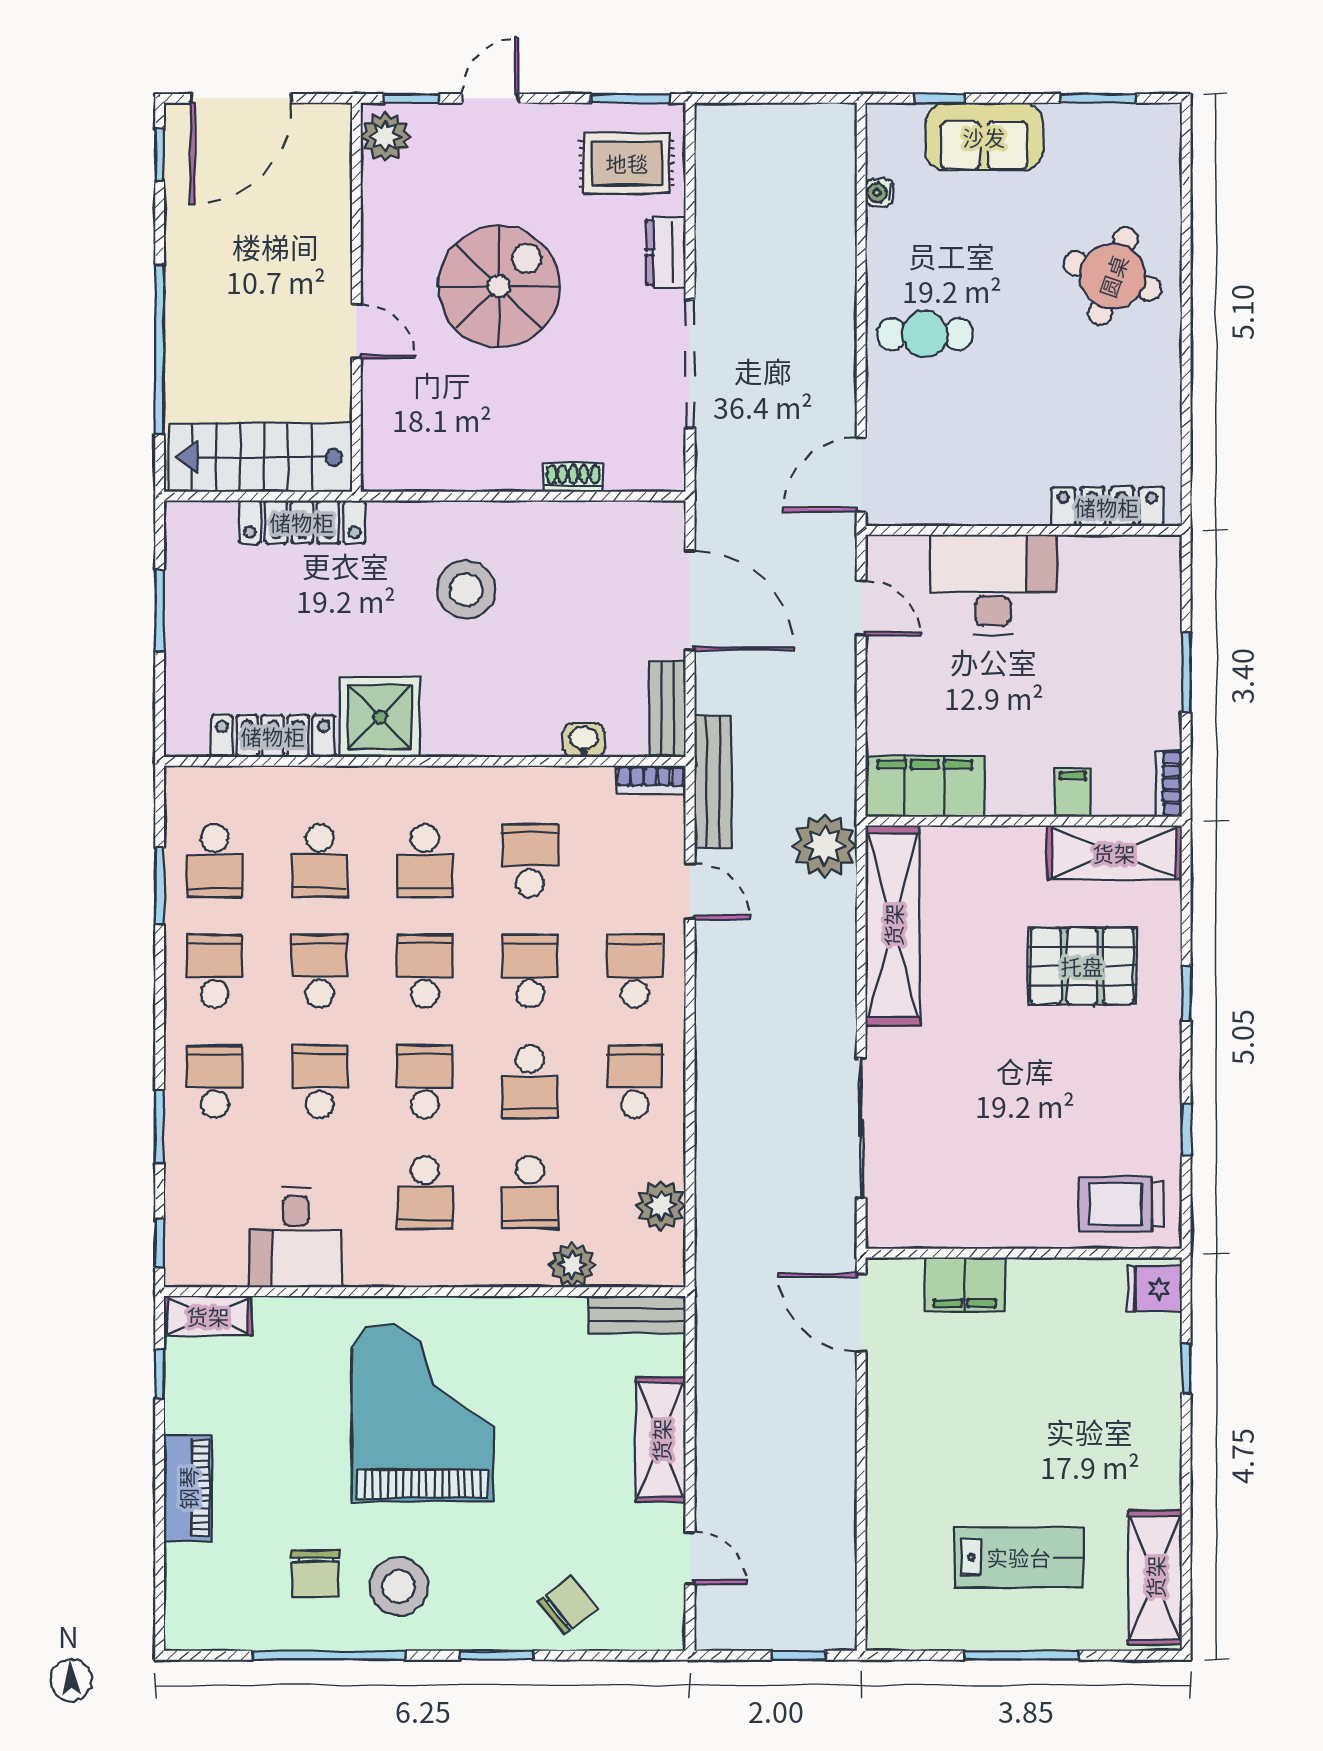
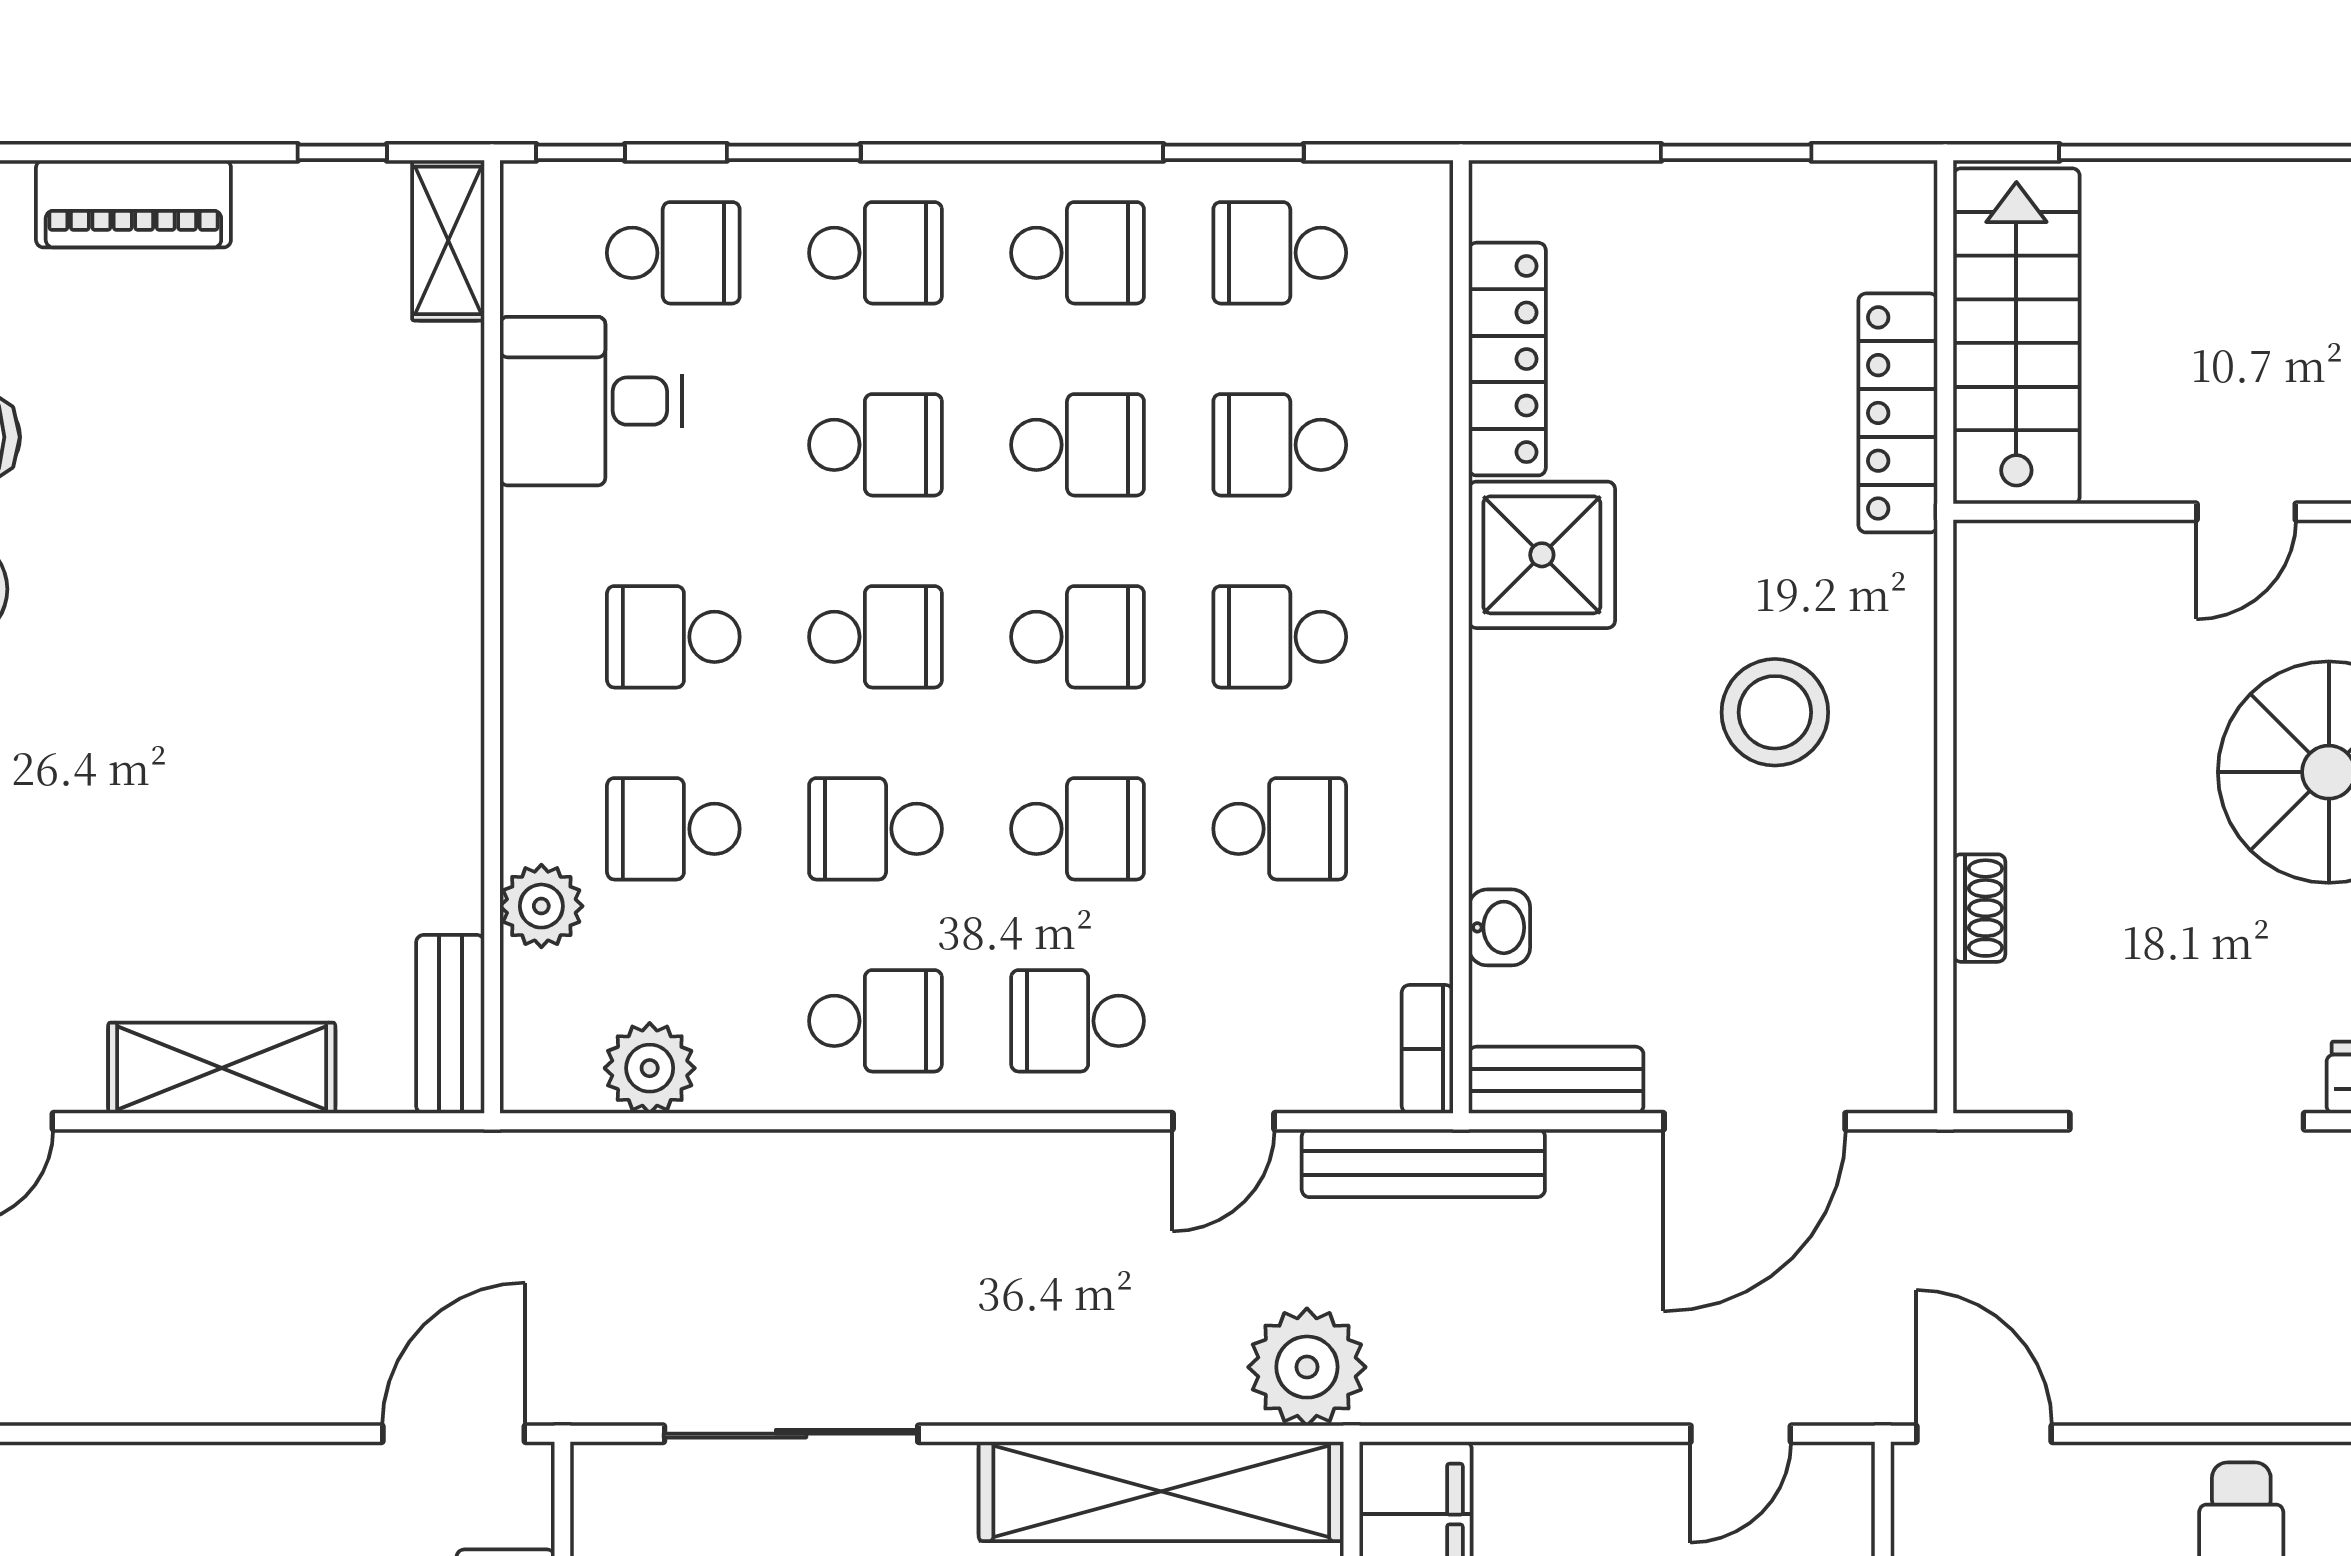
school desk: (635, 971) -> (1078, 1021), turned 180
school desk: (215, 1192) -> (673, 253), added
grand piano: (423, 1412) -> (272, 633), removed

